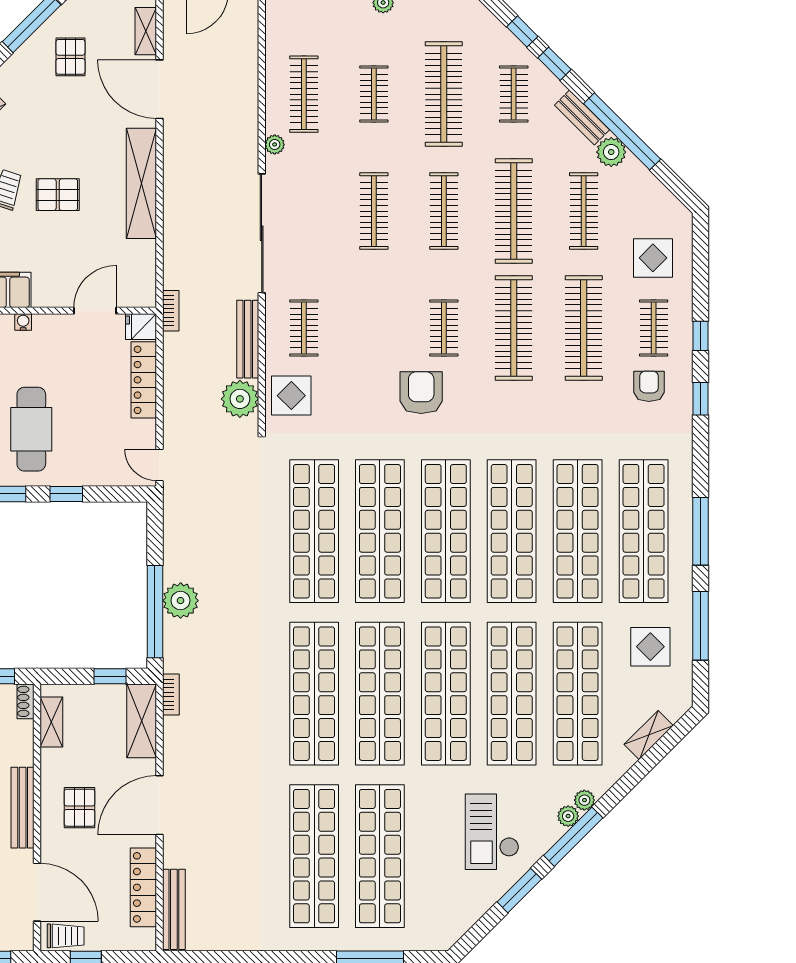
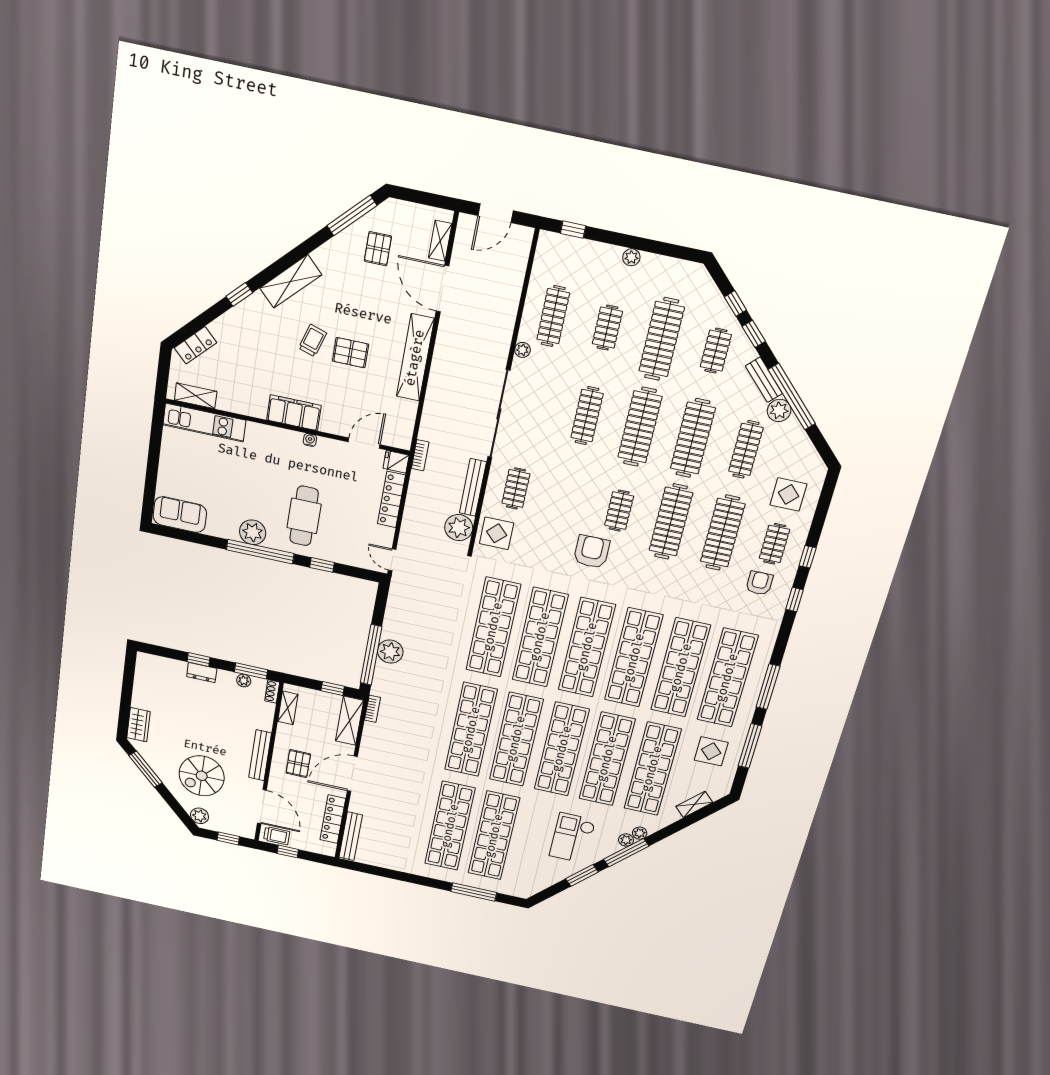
clothes rail: (444, 211) -> (640, 427), width x1.37, depth x1.31

